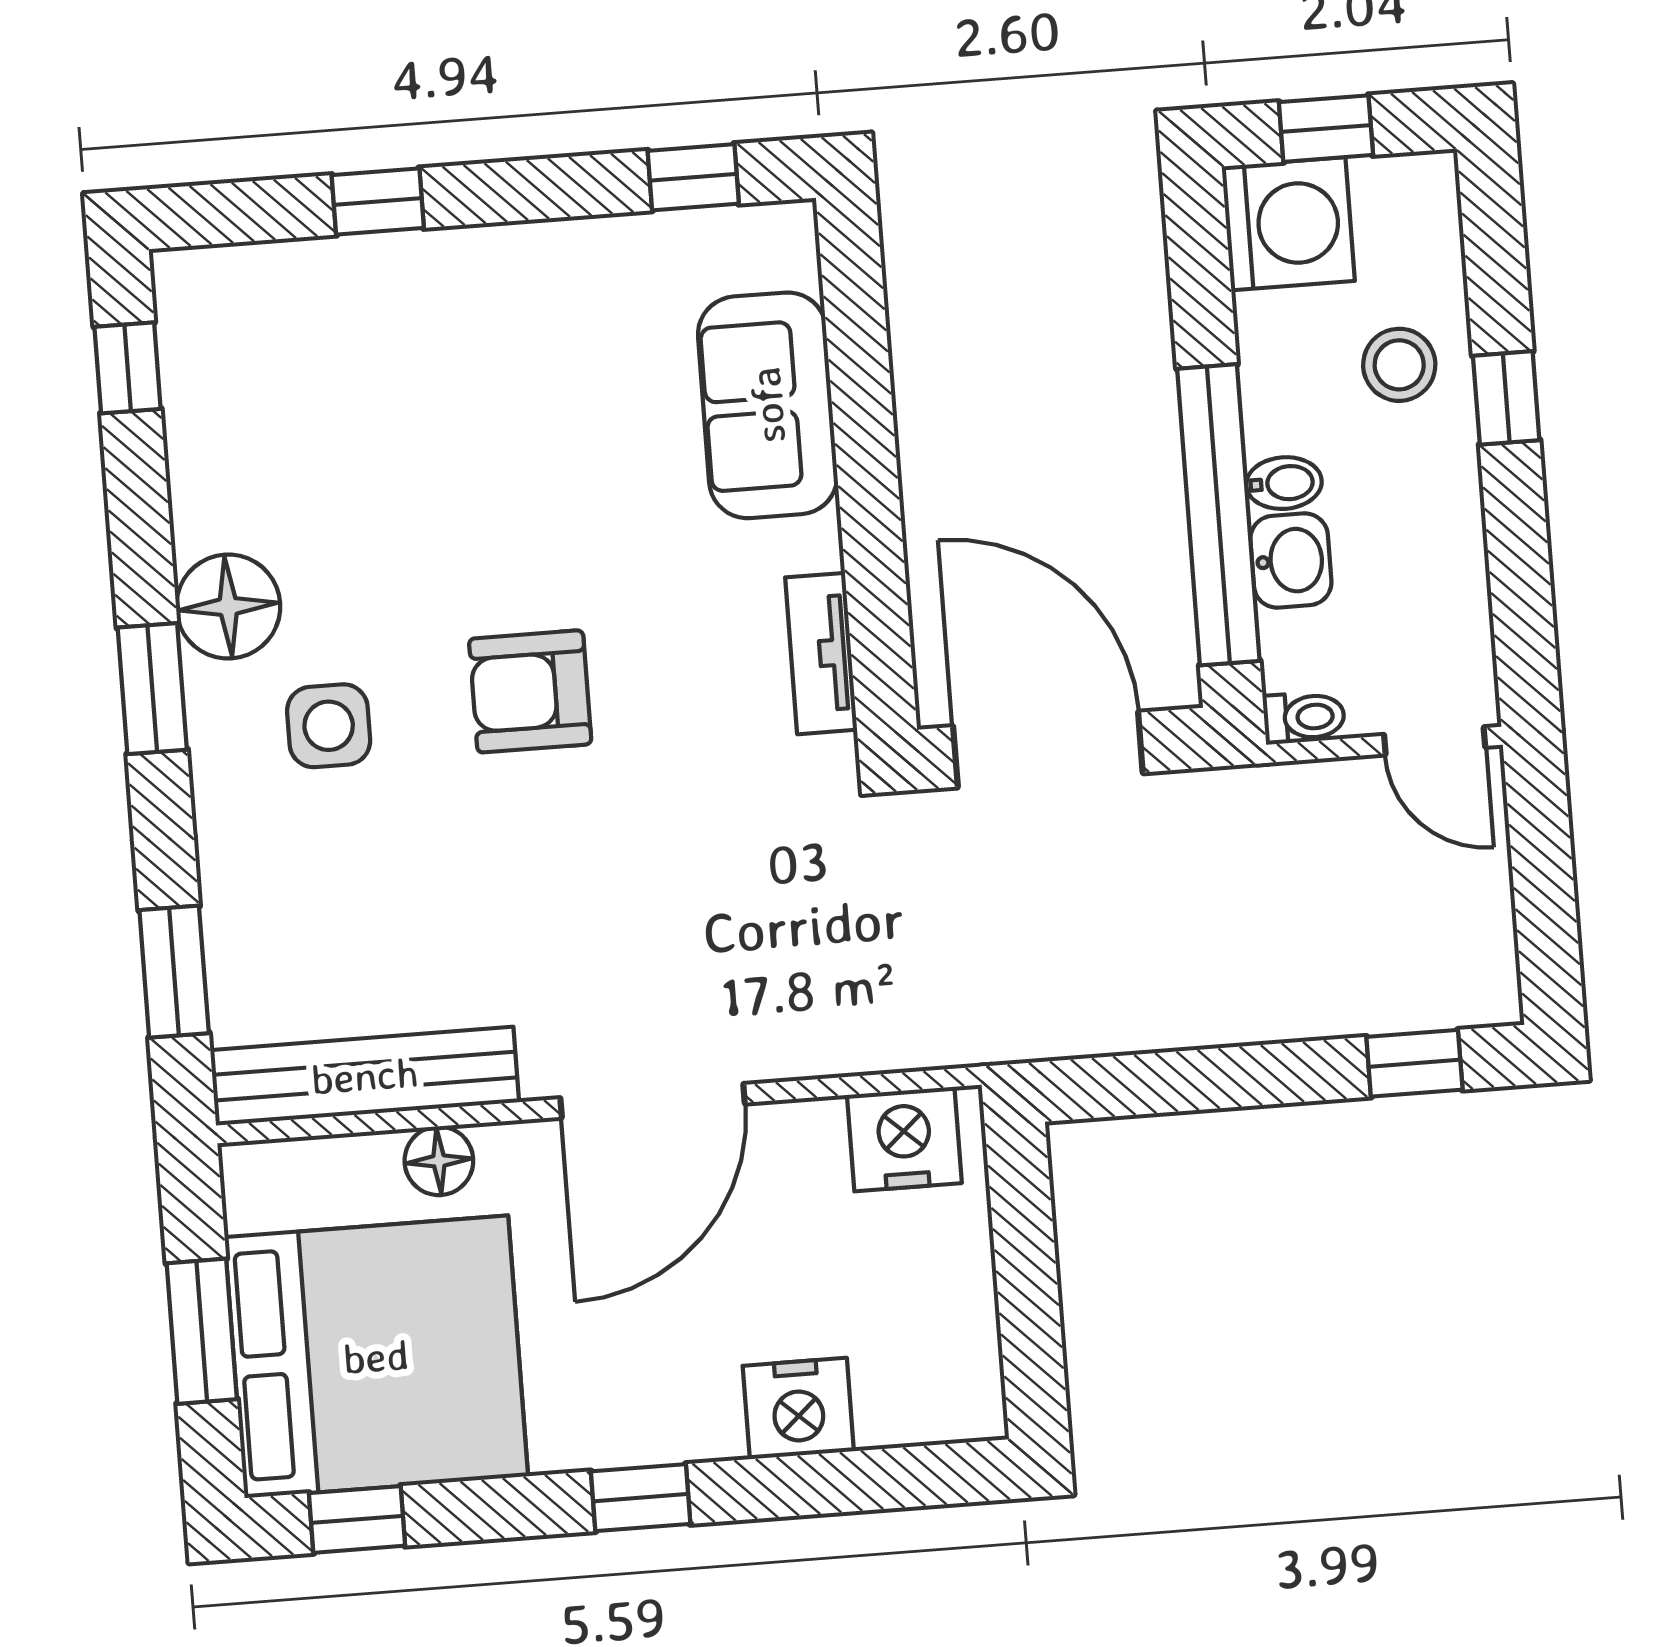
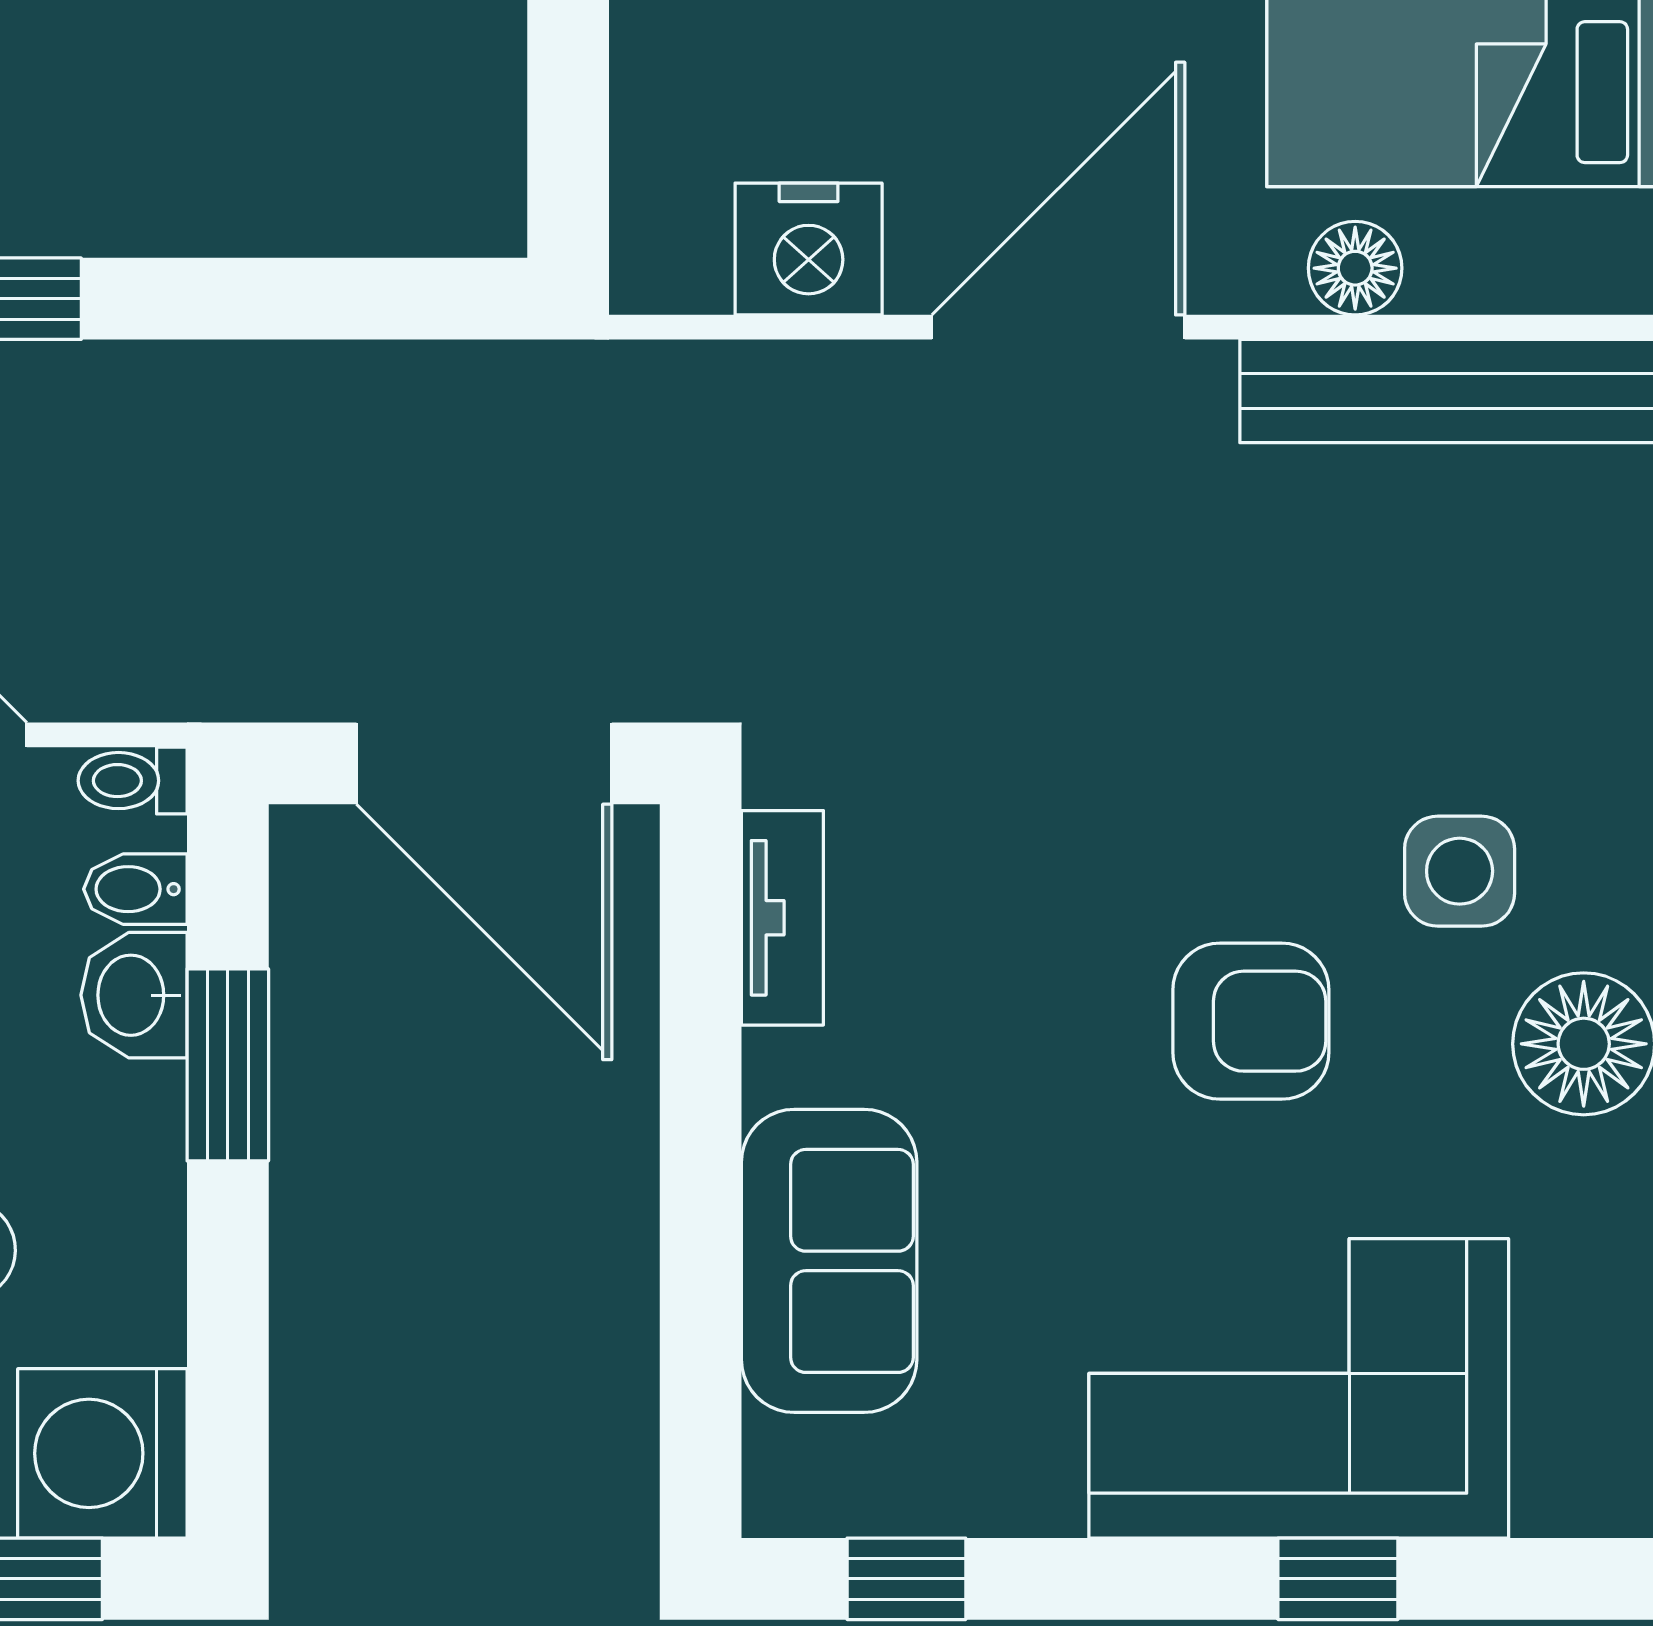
corner sofa: (417, 339) -> (1299, 1388), added
bidet: (1284, 483) -> (135, 889), moved
window: (1218, 515) -> (228, 1065), width x0.47
armchair: (530, 691) -> (1251, 1021), moved
nightstand: (904, 1139) -> (809, 249), moved

